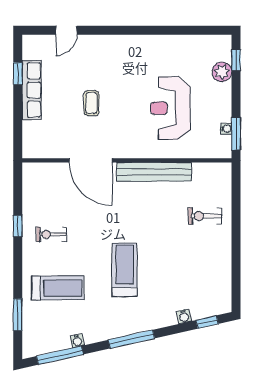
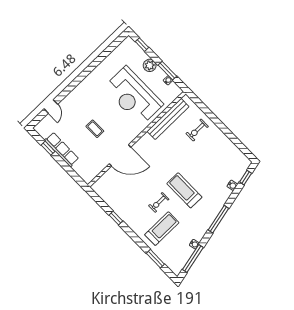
plant: (222, 72) -> (150, 65), moved
reception desk: (170, 108) -> (133, 96), width x1.36, depth x1.30
window: (236, 134) -> (167, 71), moved
bench: (154, 172) -> (168, 119), moved
exercise bike: (52, 234) -> (159, 202), moved

